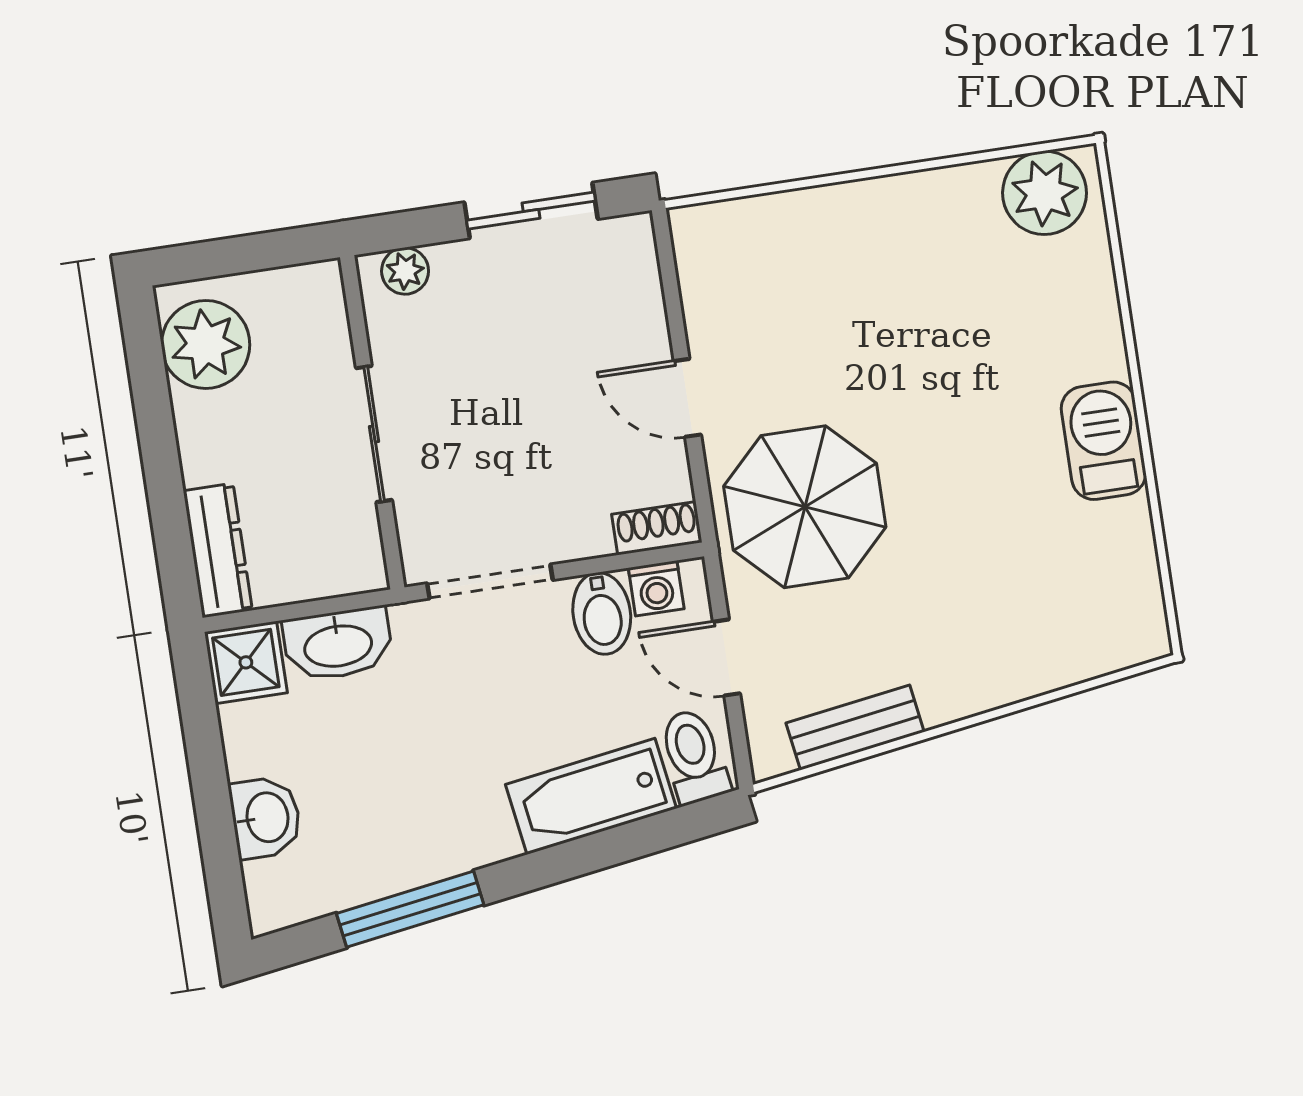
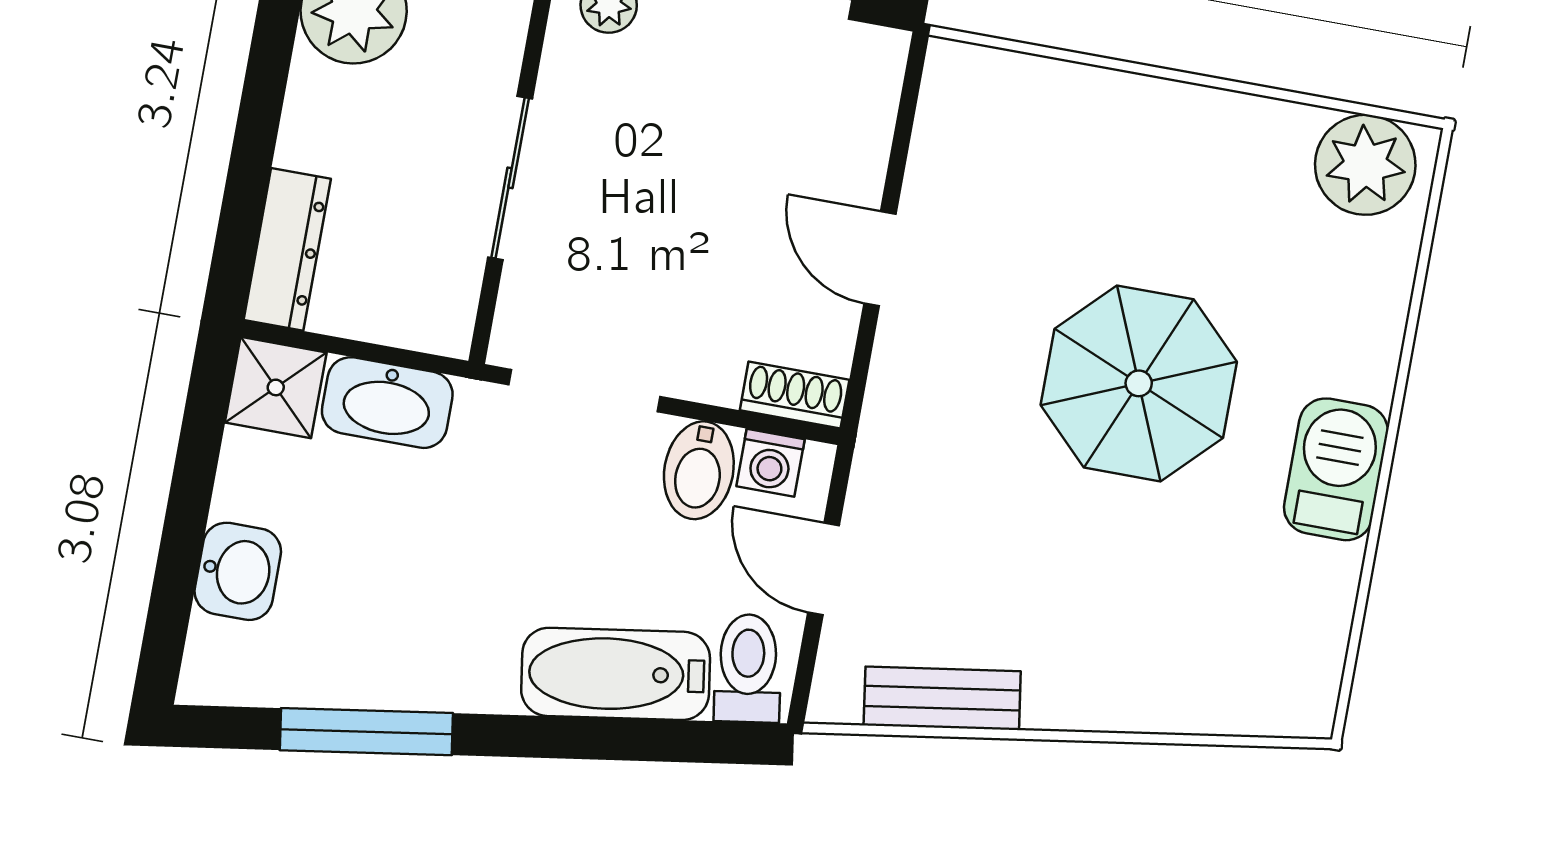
parasol: (805, 507) -> (1139, 383), moved

